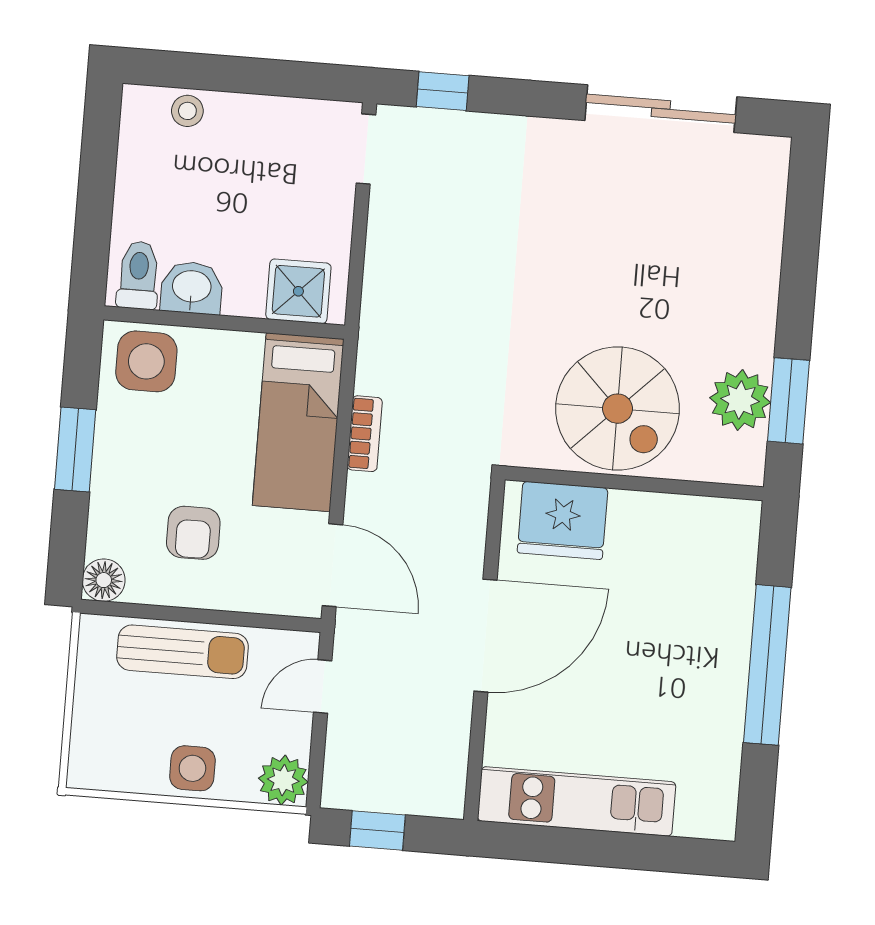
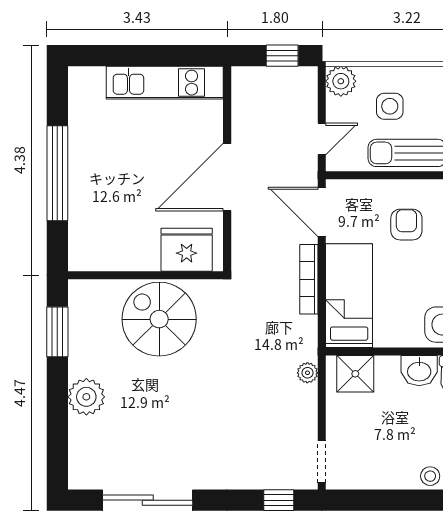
plant: (378, 299) -> (307, 373), added
plant: (740, 400) -> (86, 397), moved
bookcase: (365, 434) -> (309, 279), width x1.56
side table: (192, 768) -> (390, 106), moved

